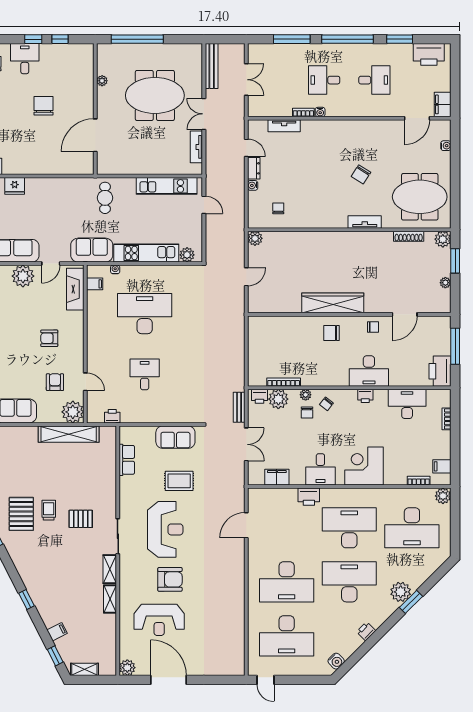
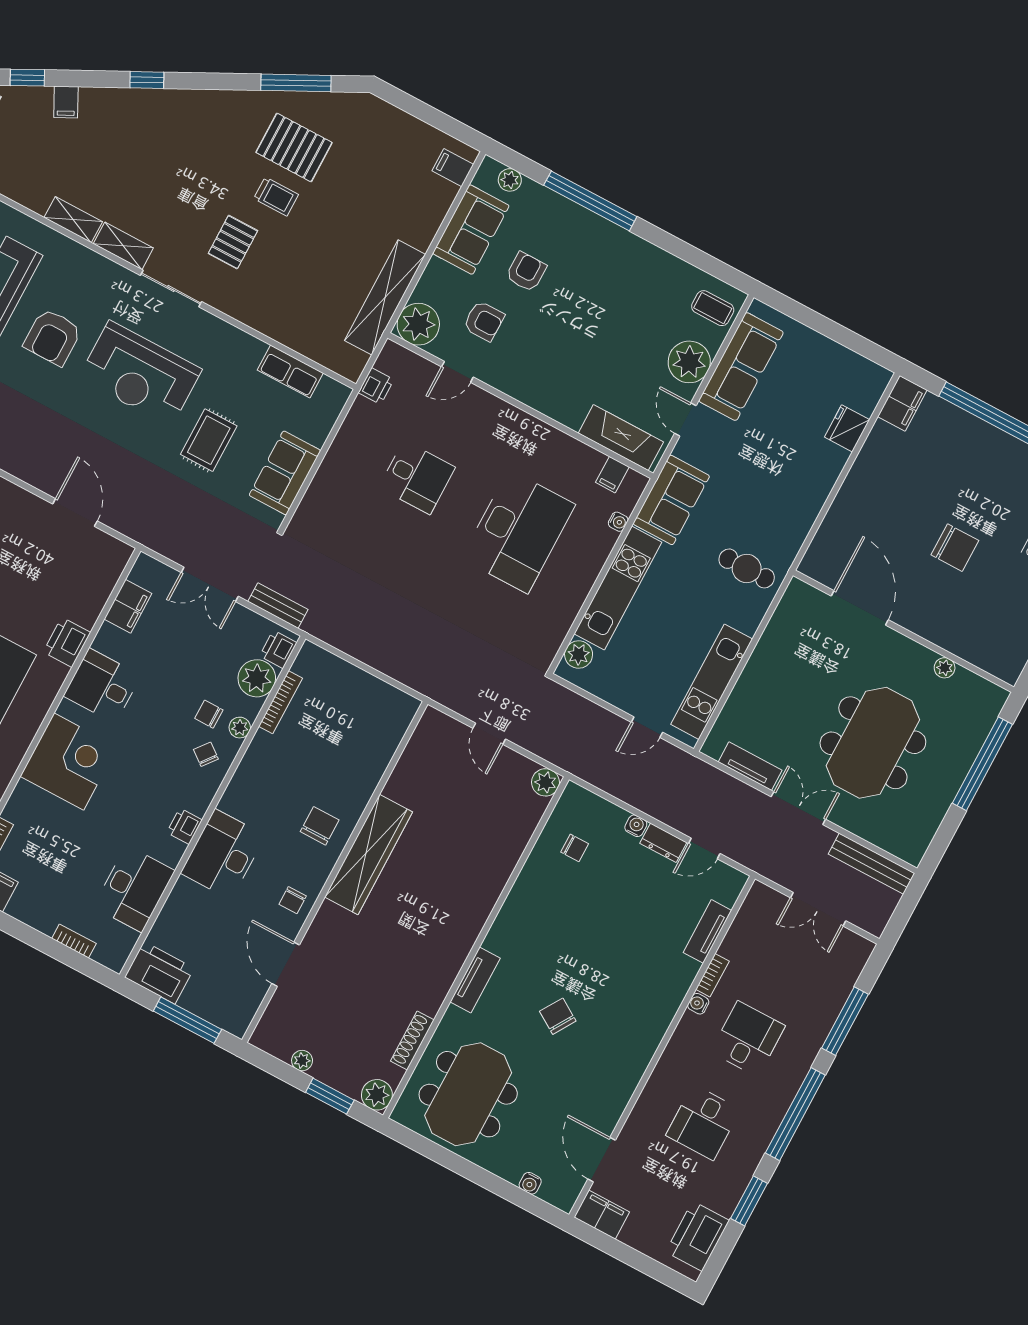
armchair: (49, 338) -> (526, 272), moved

